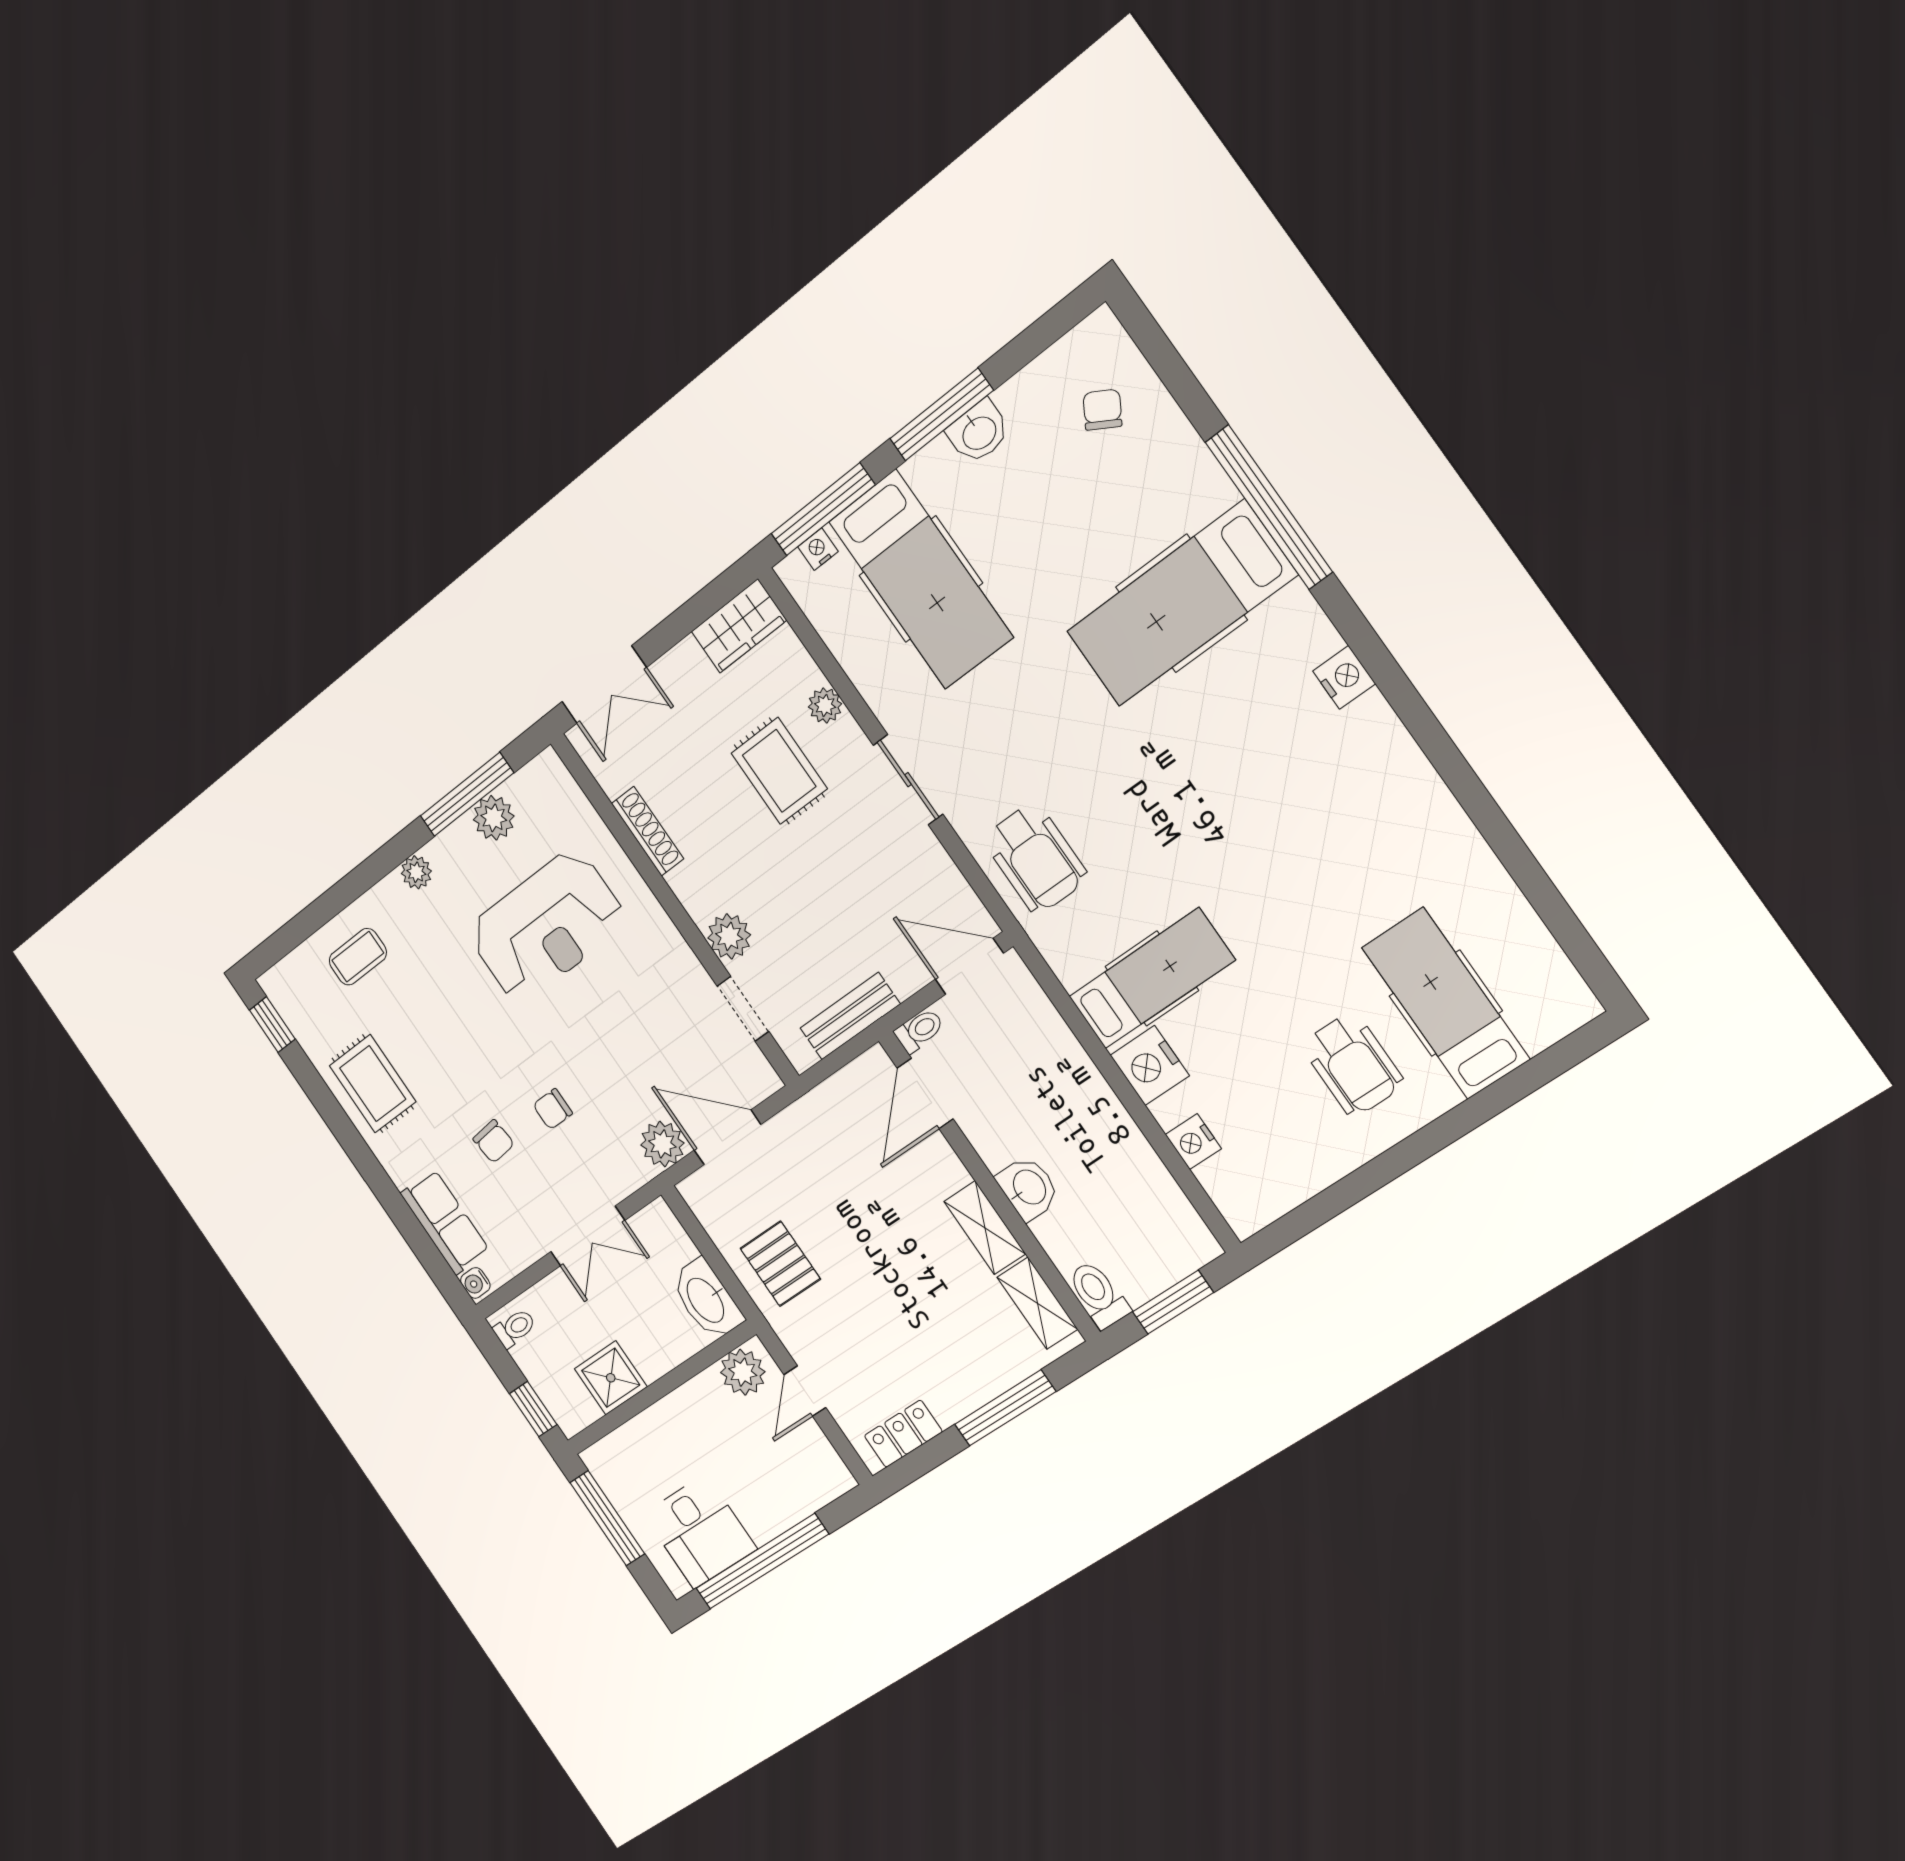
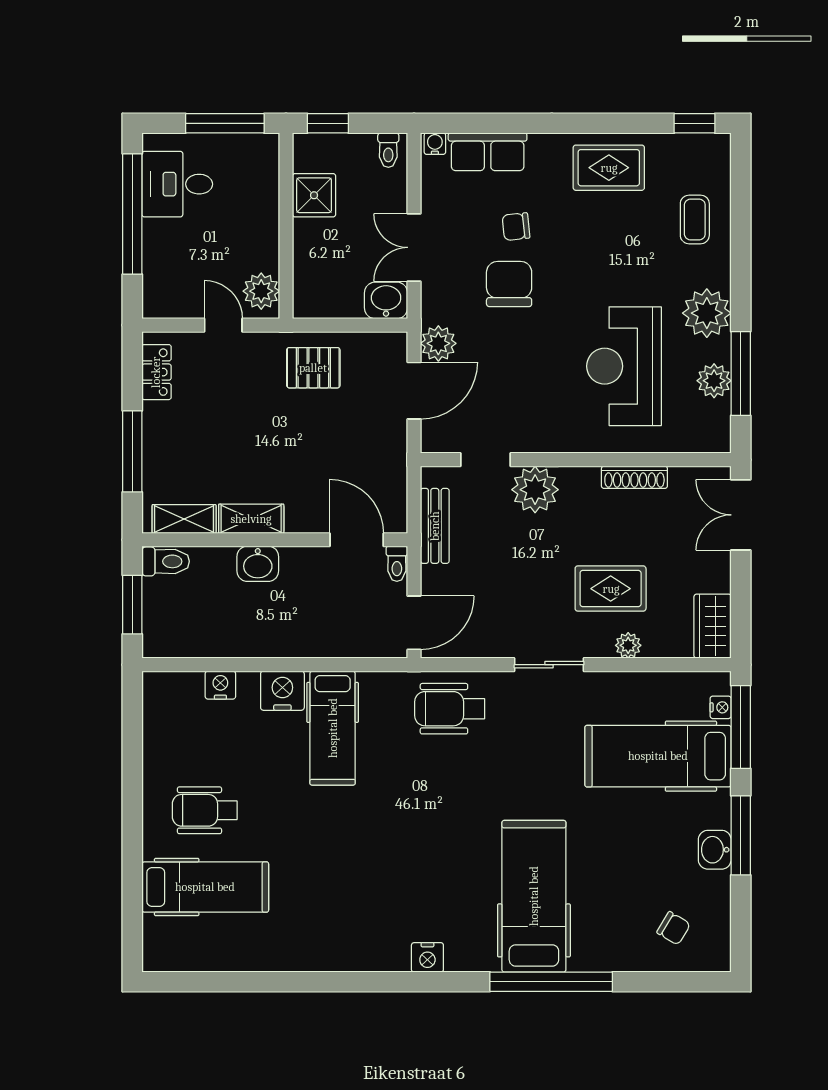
plant: (416, 872) -> (707, 313), width x1.88, depth x1.88
plant: (729, 936) -> (535, 490), width x1.36, depth x1.36
chair: (553, 1109) -> (509, 284), width x1.87, depth x1.87
washbasin: (706, 1300) -> (386, 300), moved, width x0.72

